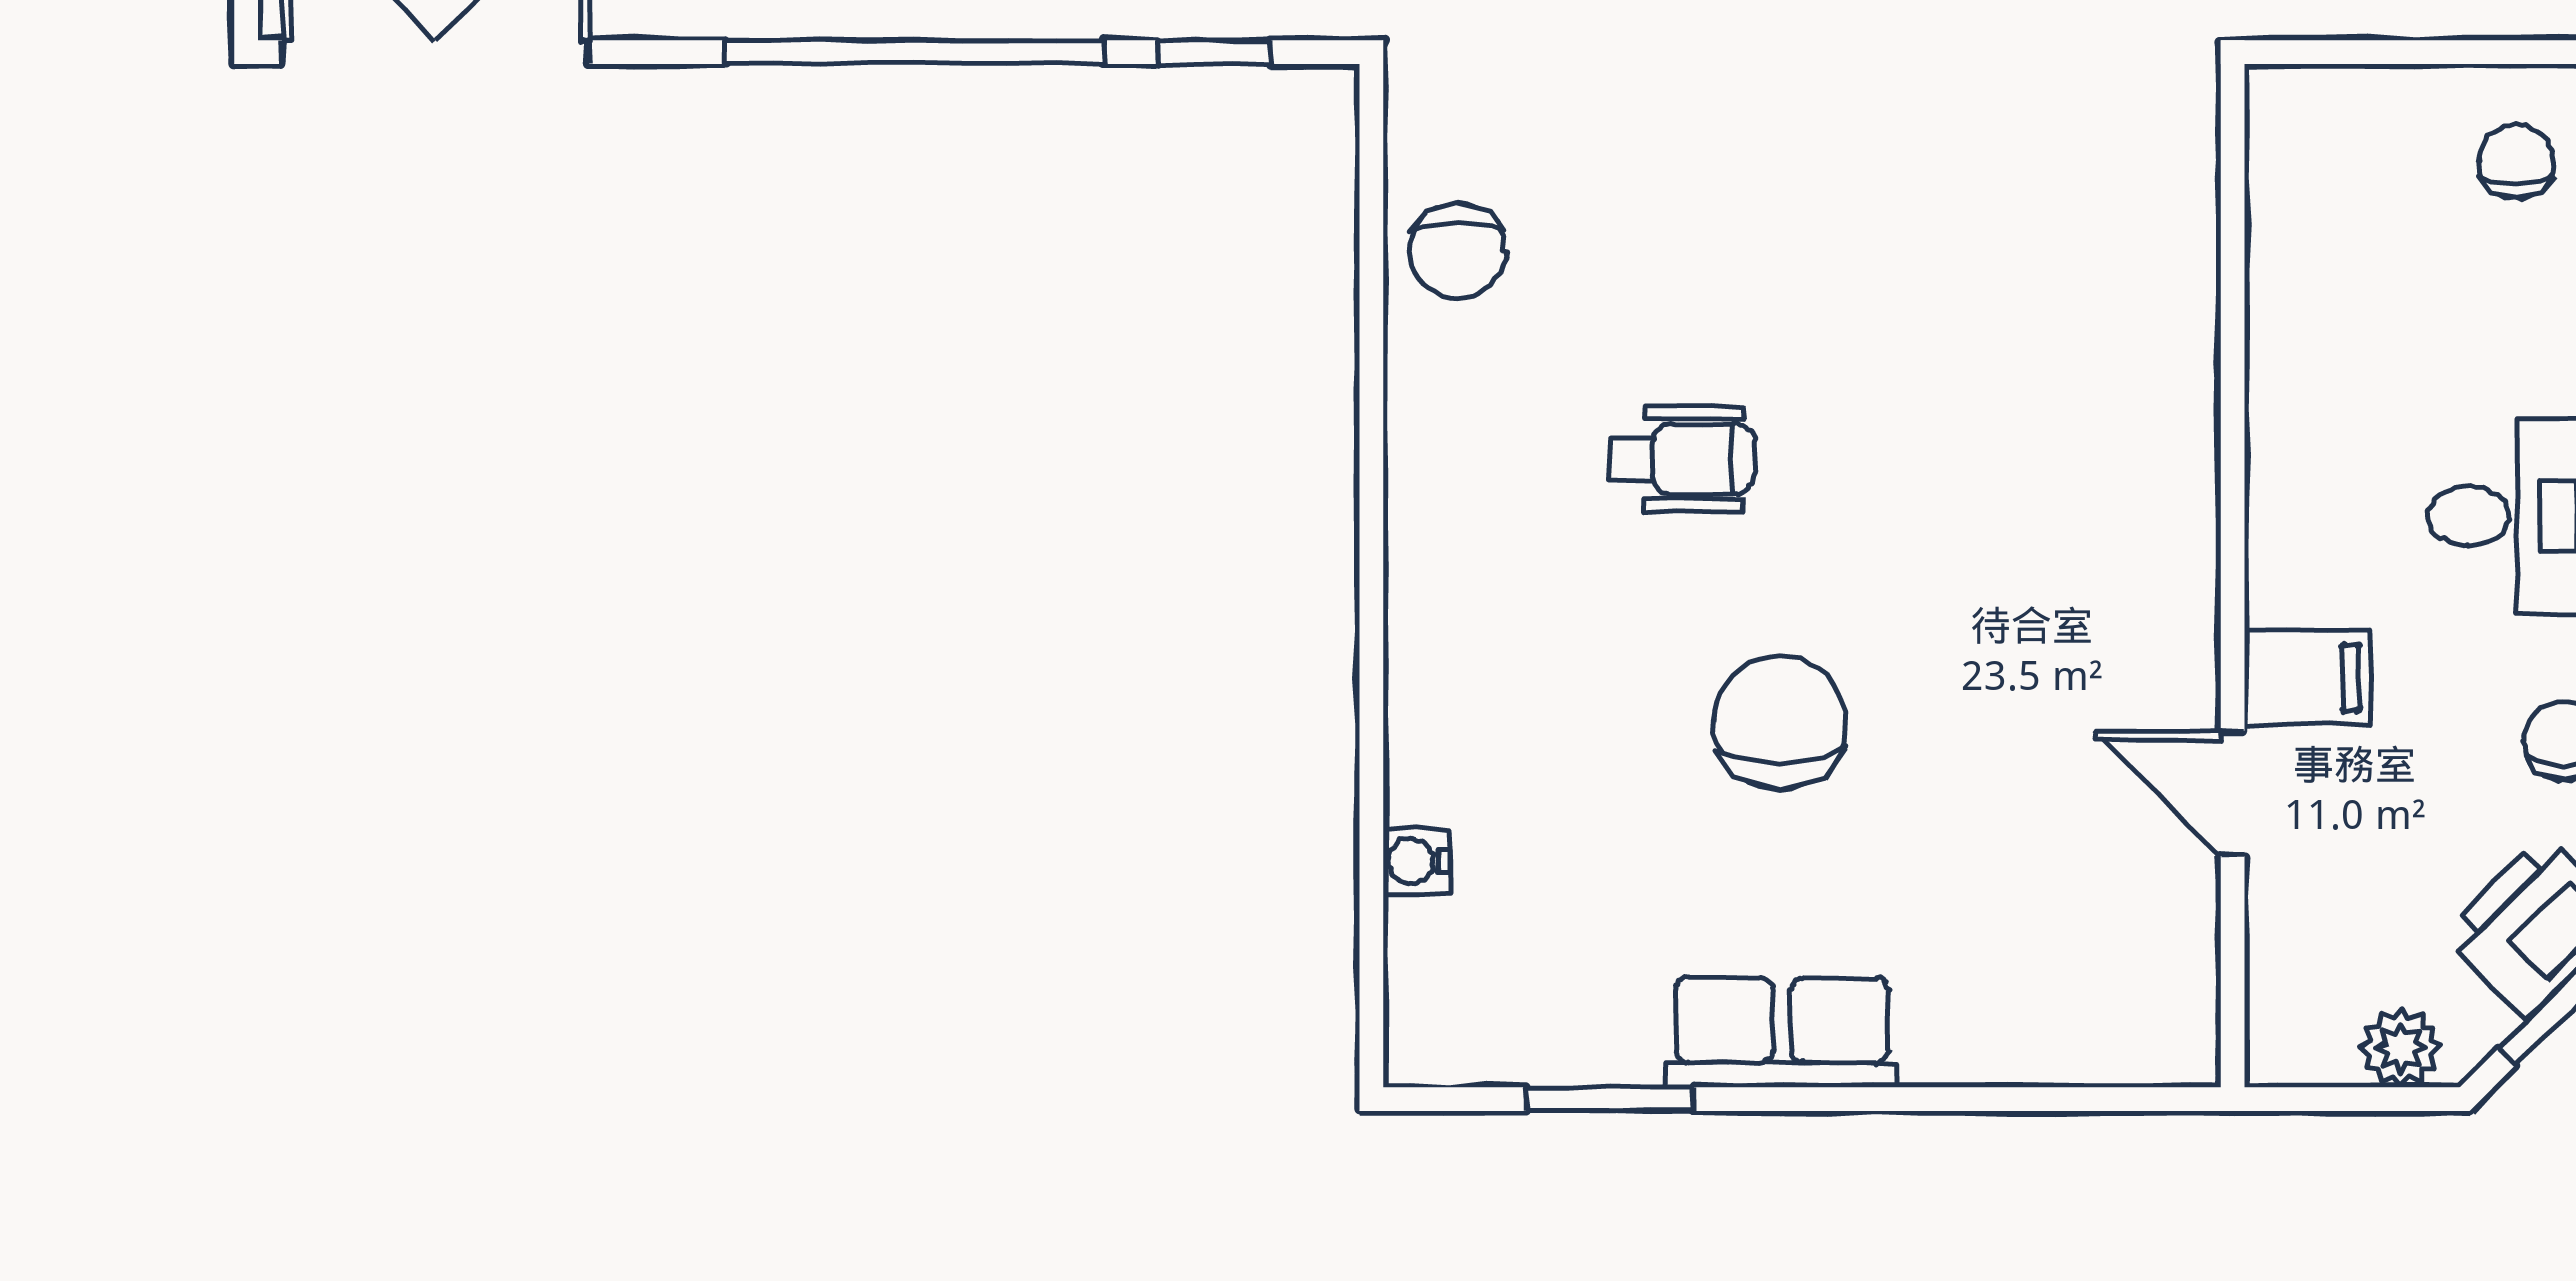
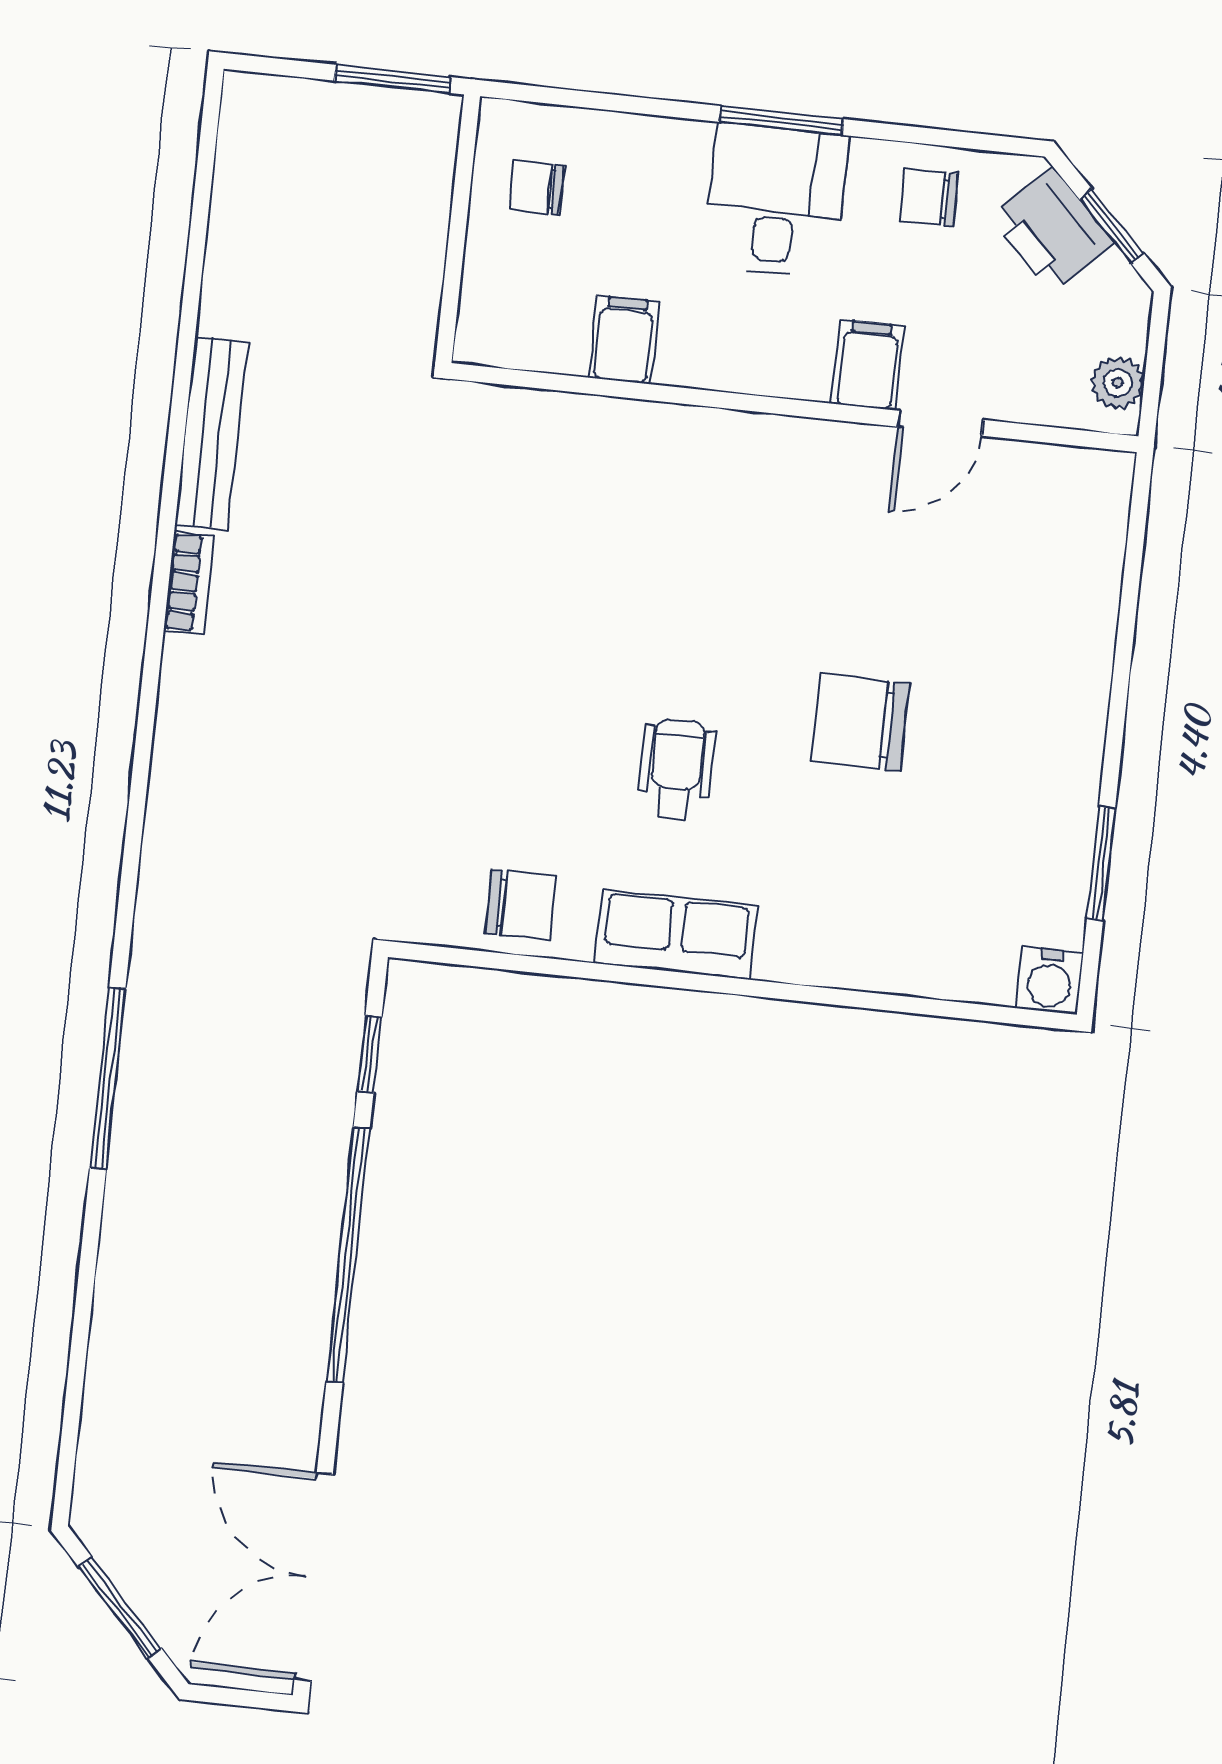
filing cabinet: (2306, 314) -> (624, 340), added
water cooler: (1416, 861) -> (1049, 981), moved, width x1.38, depth x1.38
row of seats: (1782, 1032) -> (676, 934), moved, turned 90
plant: (2401, 1048) -> (1118, 383), moved

